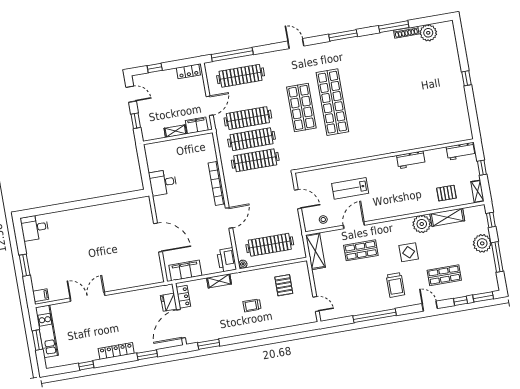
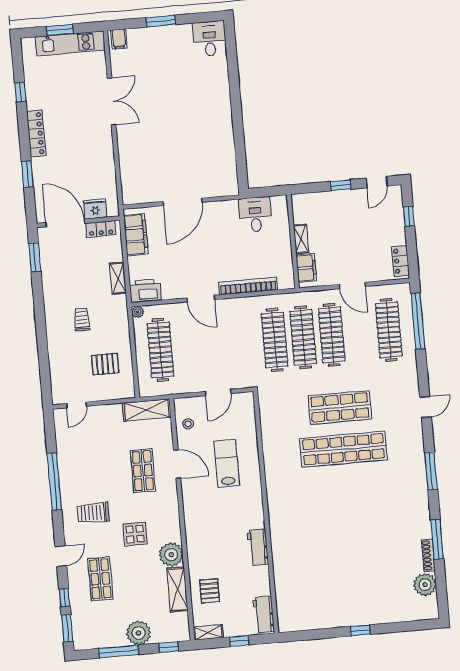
filing cabinet: (197, 125) -> (306, 268), moved
shelving: (175, 131) -> (301, 239), moved
wall: (178, 137) -> (293, 241), moved

